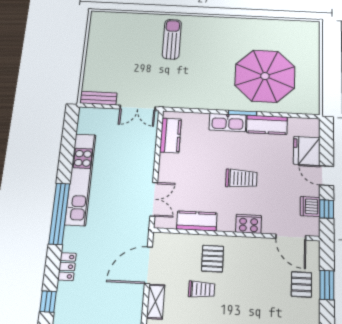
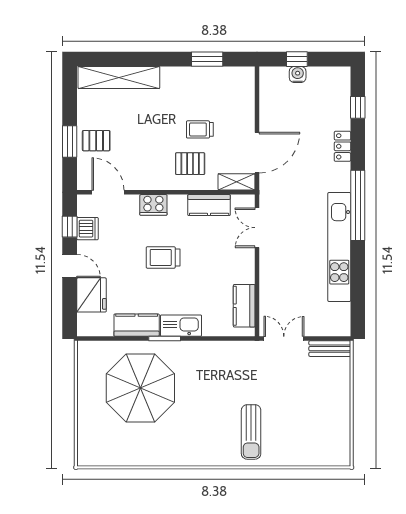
pallet: (213, 259) -> (190, 164), turned 90
pallet: (301, 284) -> (96, 141), turned 90
shelving: (156, 302) -> (237, 182), moved, turned 90

